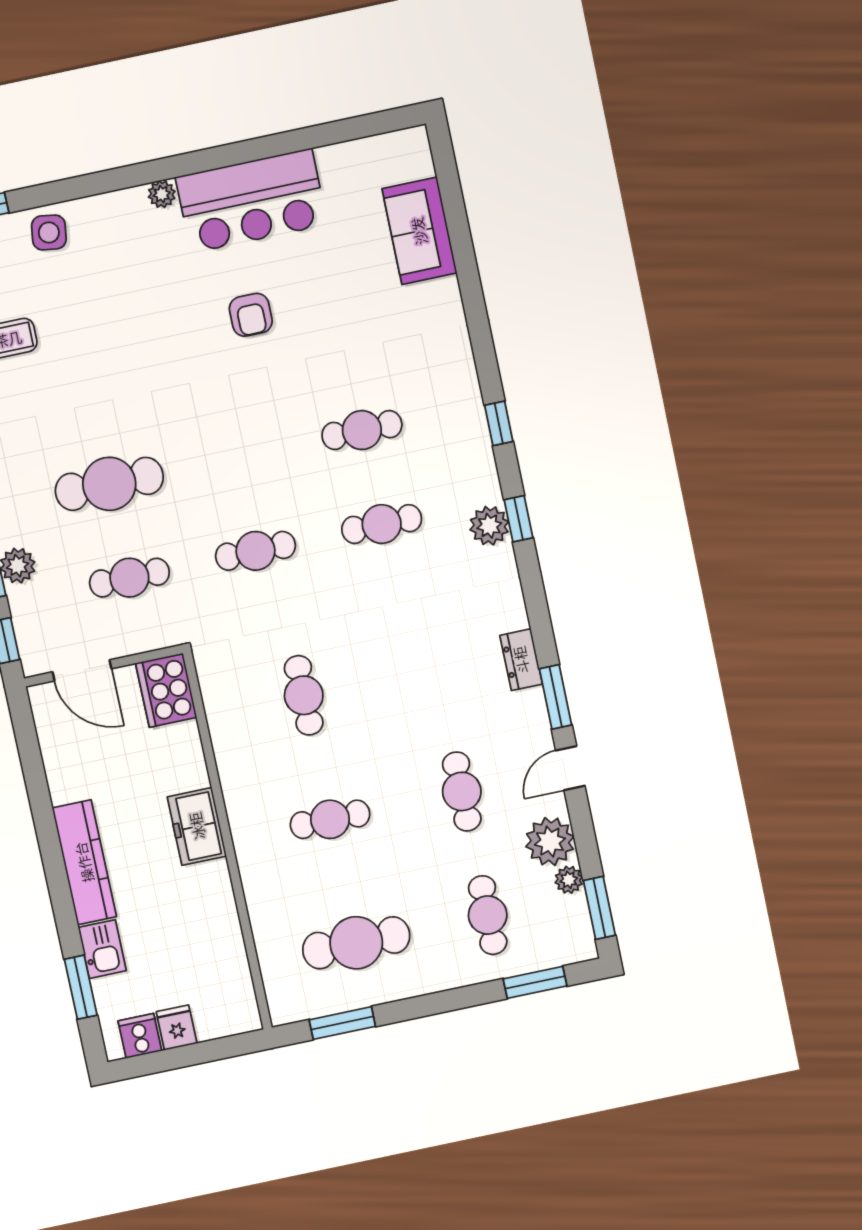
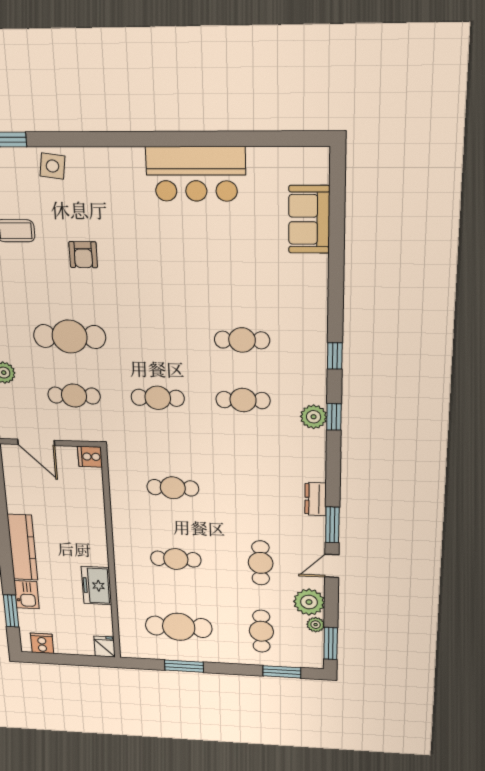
plant: (162, 194) -> (134, 156), removed
armchair: (251, 315) -> (83, 255), moved
cooker: (166, 690) -> (90, 457), width x0.53, depth x0.76
cafe table: (304, 695) -> (173, 488), turned 90
freezer: (197, 826) -> (97, 586), moved
window: (342, 1023) -> (184, 666), moved
fridge: (177, 1028) -> (105, 647), moved

